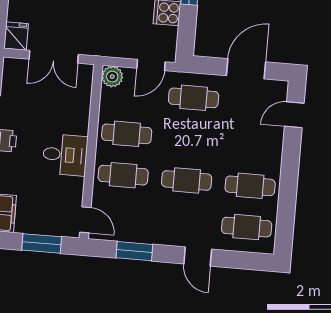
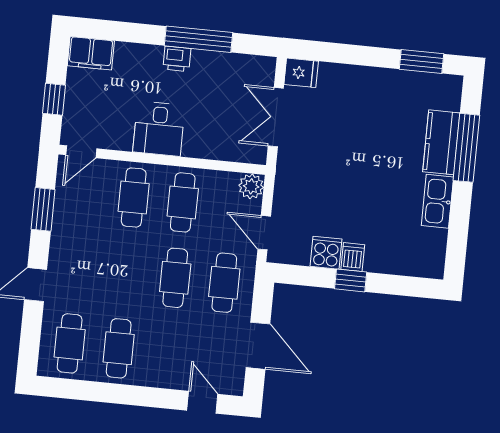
cafe table: (187, 180) -> (175, 278), moved
window: (42, 243) -> (54, 99), width x0.67

